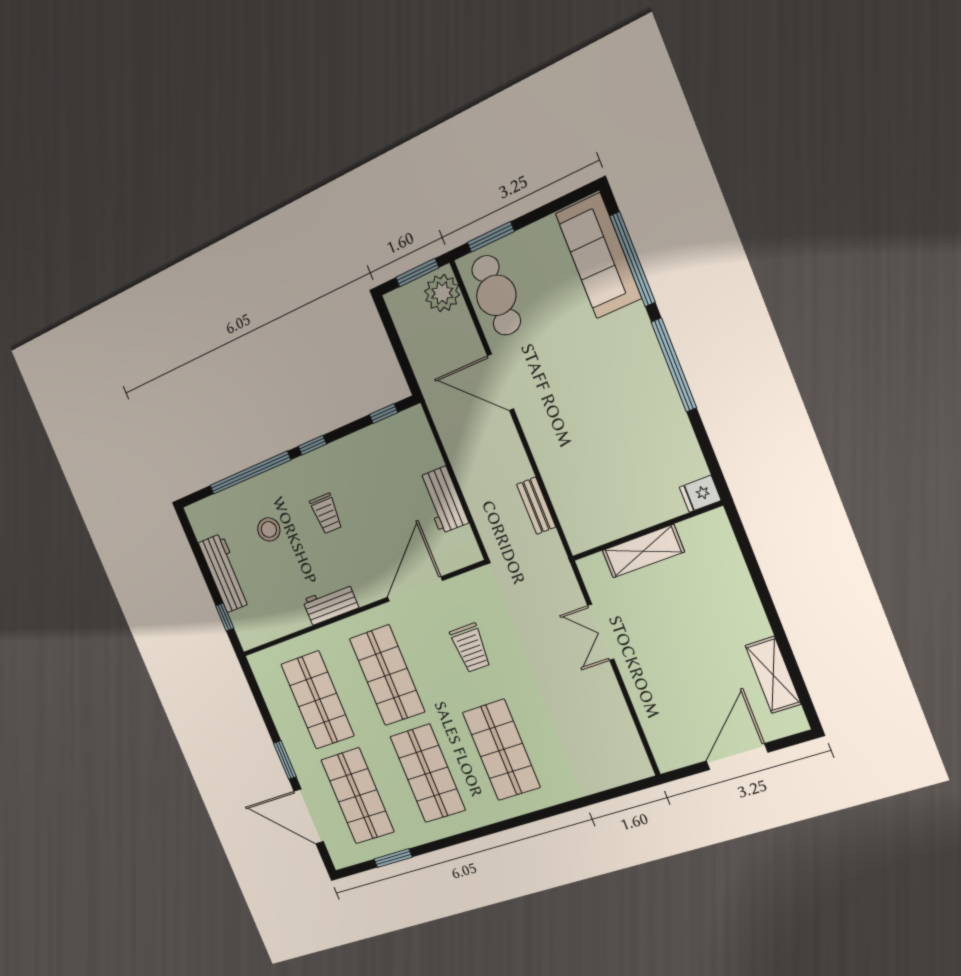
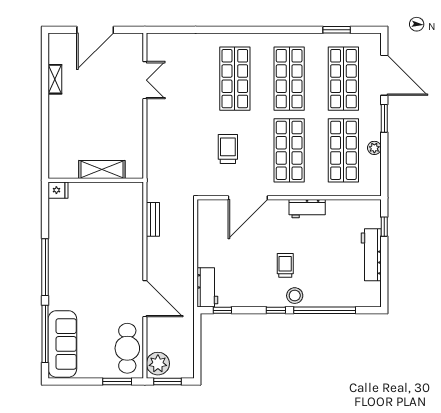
workbench: (443, 500) -> (207, 287), moved
stool: (269, 529) -> (295, 296), moved
double door: (601, 632) -> (145, 80), moved
shelving: (773, 675) -> (55, 79), width x0.67, depth x0.75
plant: (281, 717) -> (374, 148), added

